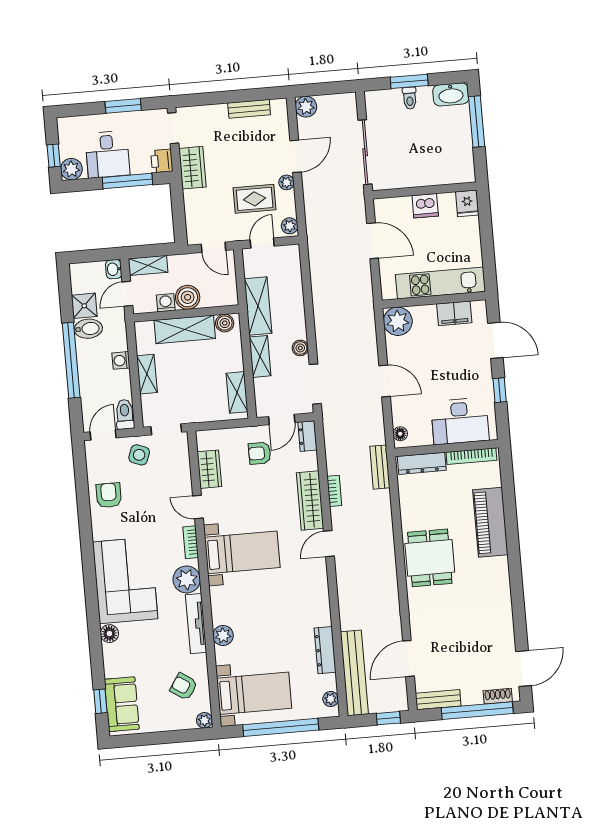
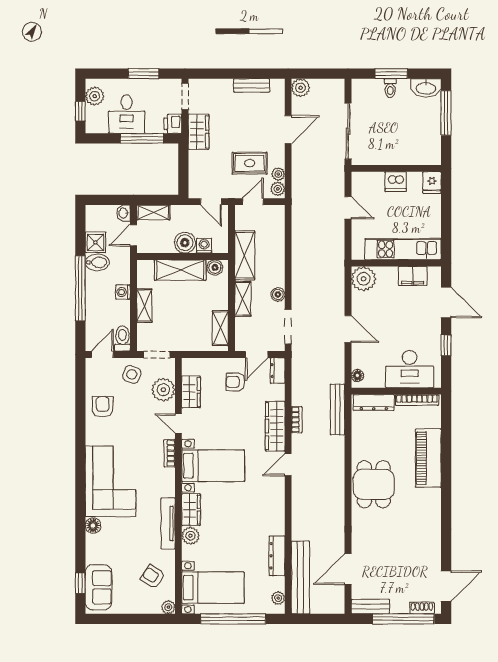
plant: (71, 169) -> (95, 96), moved
plant: (286, 182) -> (278, 174), moved
door: (373, 241) -> (348, 208), width x0.73
washing machine: (166, 303) -> (204, 246), moved
bench: (380, 467) -> (337, 409), width x1.36
plant: (187, 579) -> (163, 390), moved
wardrobe: (221, 605) -> (191, 510), added
window: (388, 718) -> (326, 619), removed

